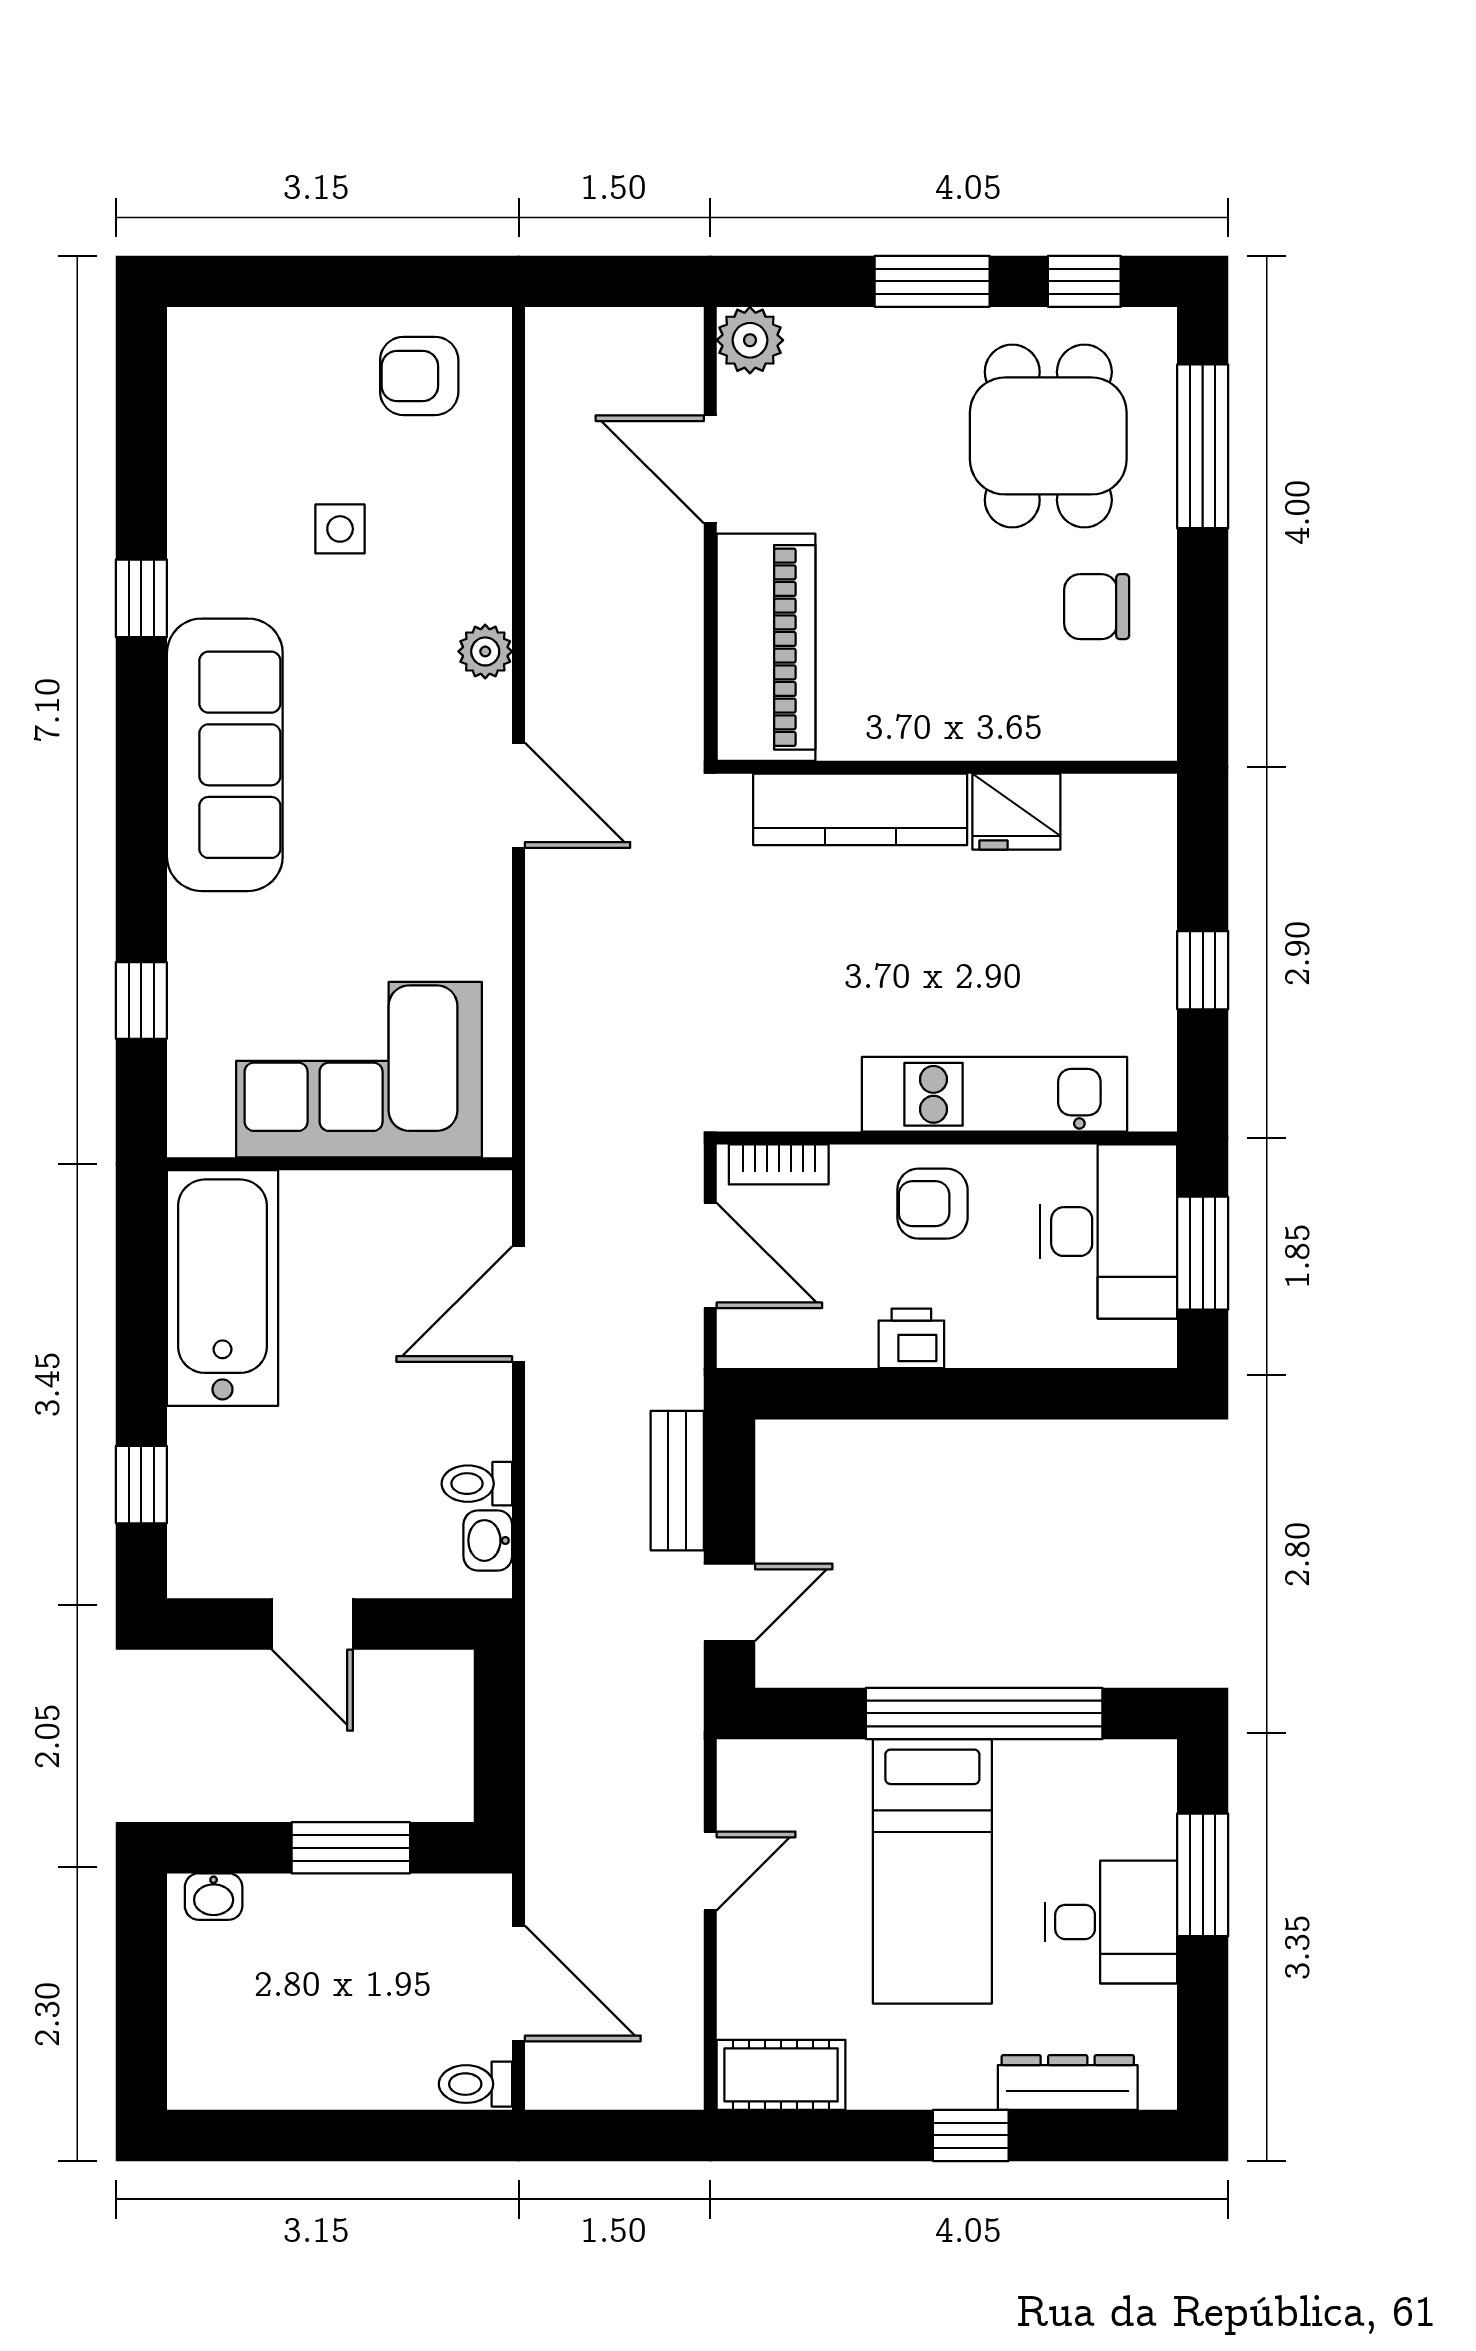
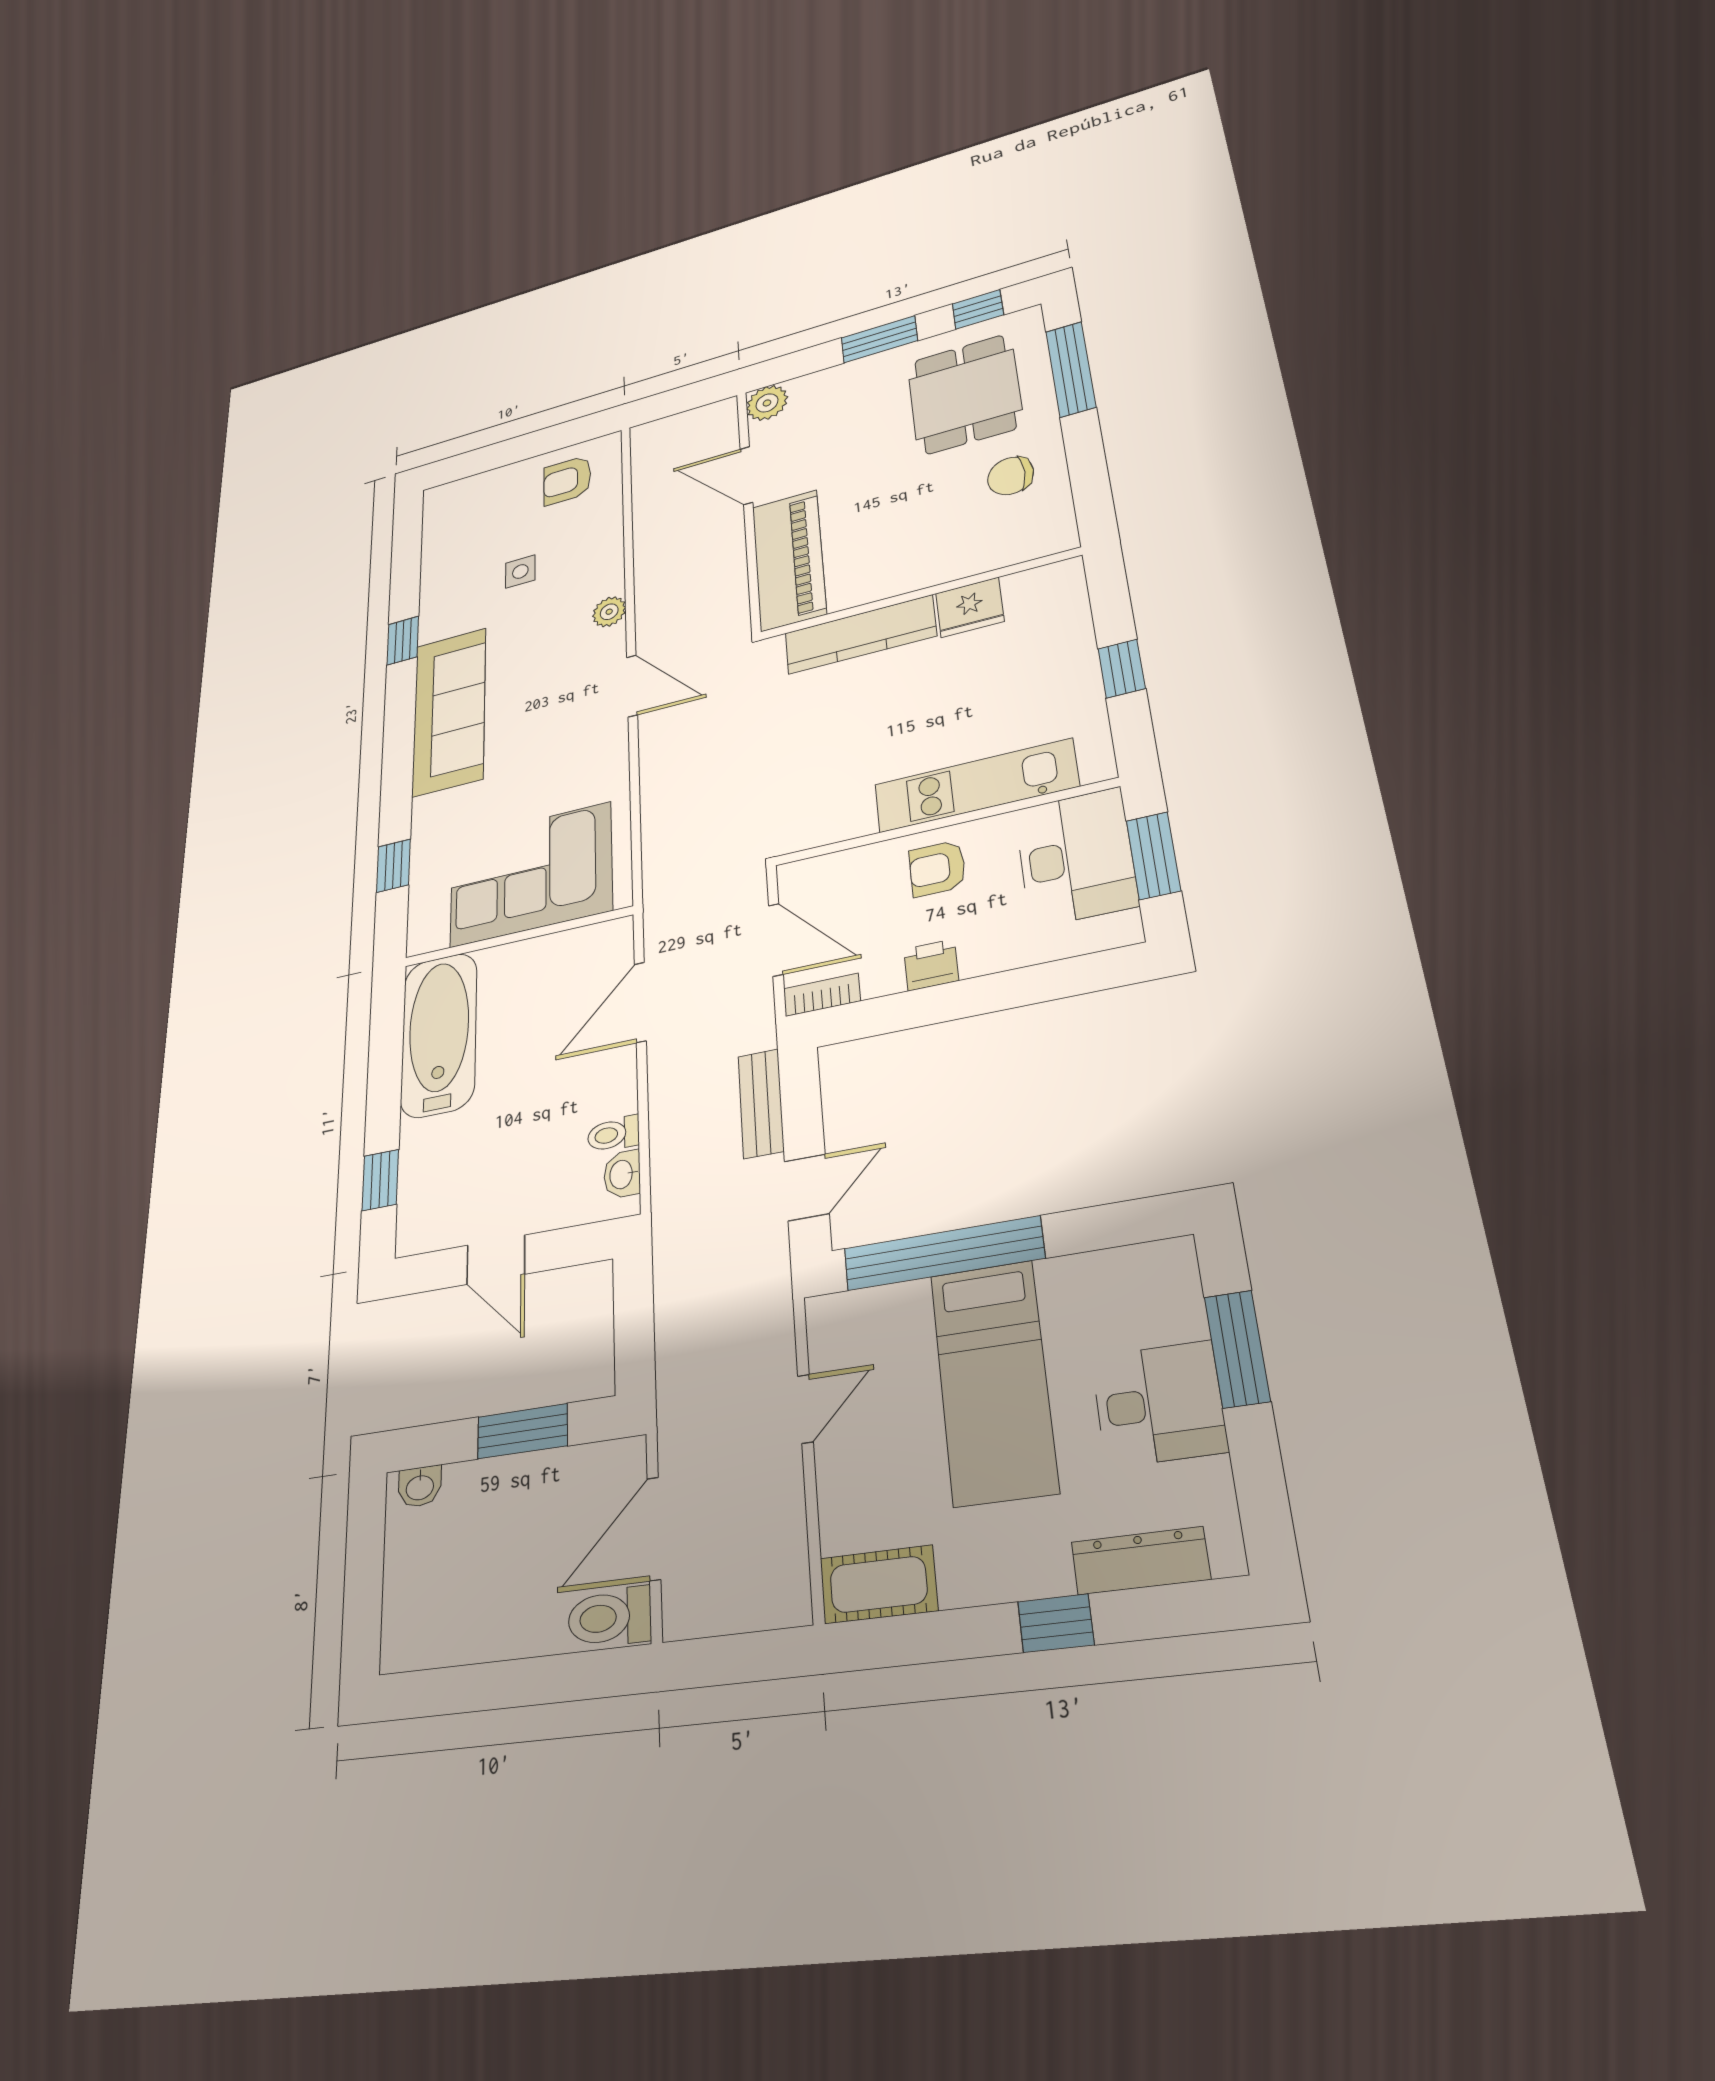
bookcase: (779, 1164) -> (822, 995), moved, turned 180
window: (984, 1713) -> (943, 1253), moved
door: (519, 1983) -> (654, 1529), swing flipped
toilet: (476, 2084) -> (610, 1617), width x1.37, depth x1.39

